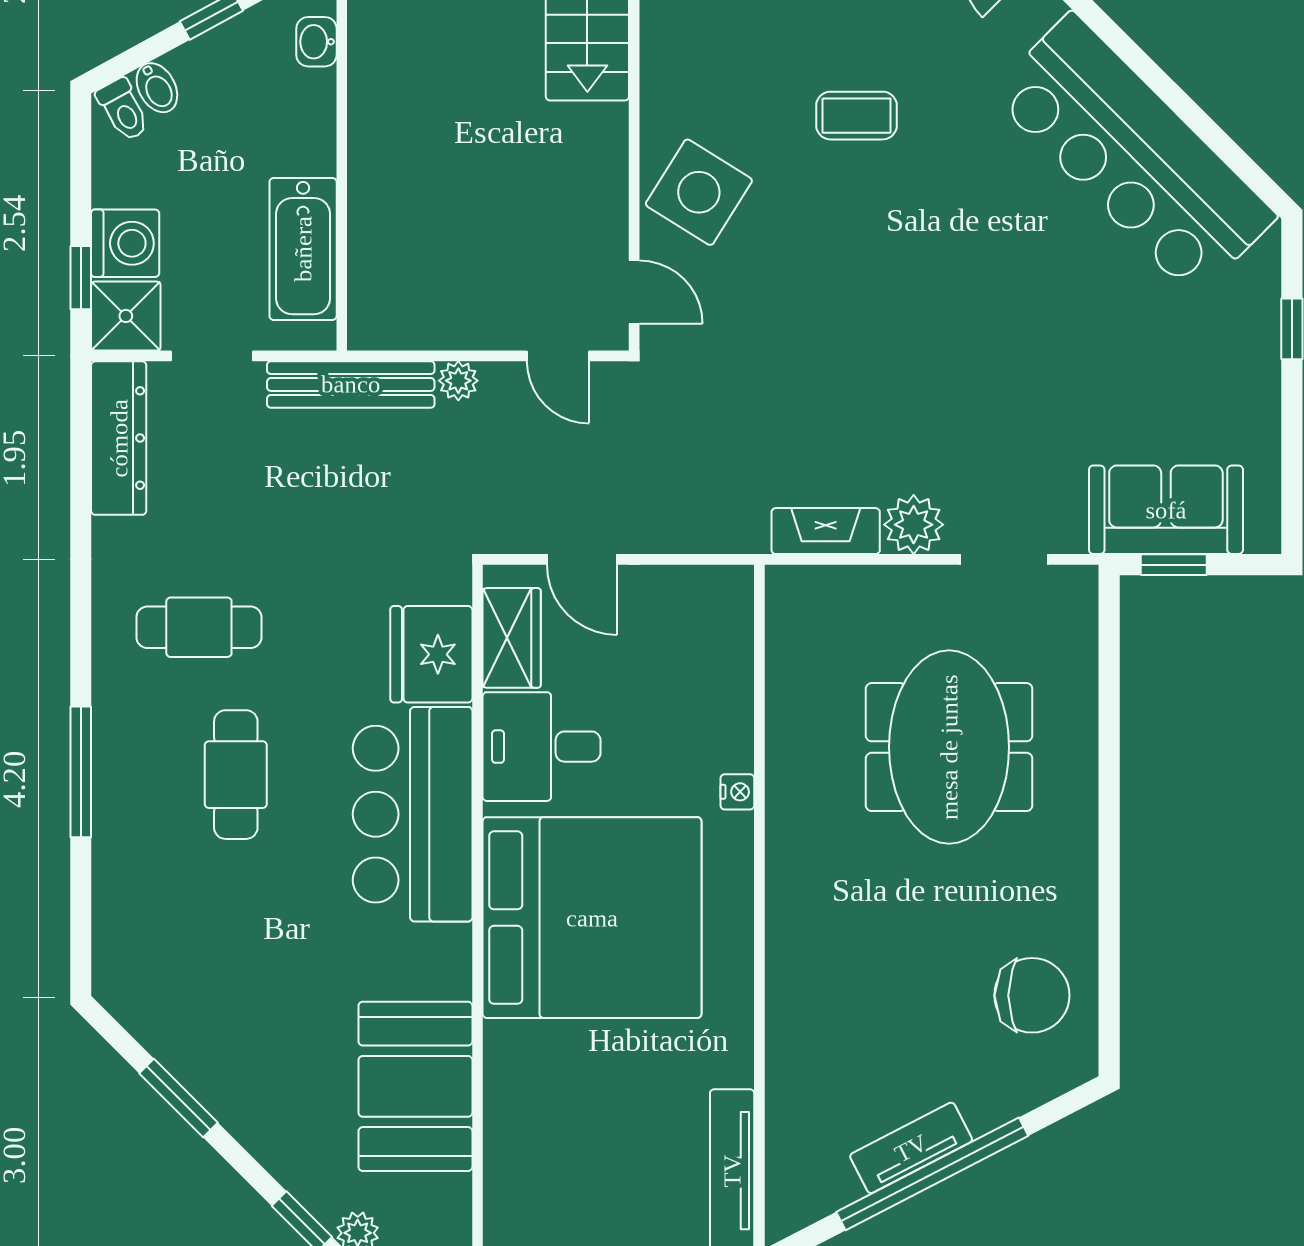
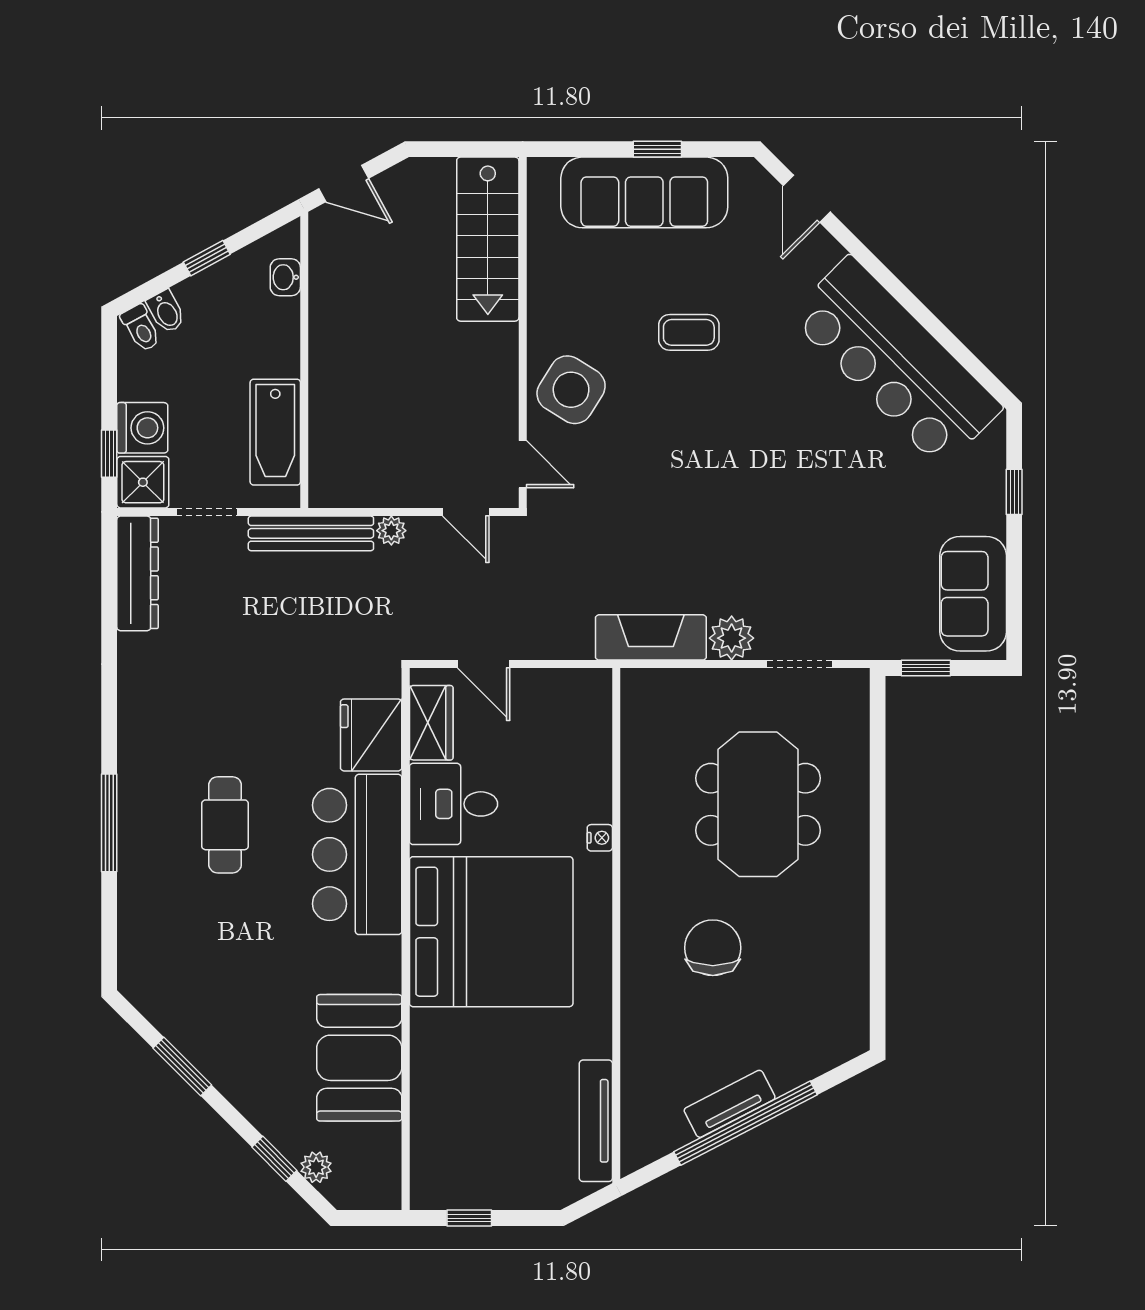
sofa: (1166, 510) -> (973, 594), moved, turned -90
fireplace: (826, 531) -> (651, 637), width x1.37, depth x1.32
cafe table: (199, 627) -> (198, 715), removed
chair: (1032, 995) -> (713, 948), moved, turned -90

